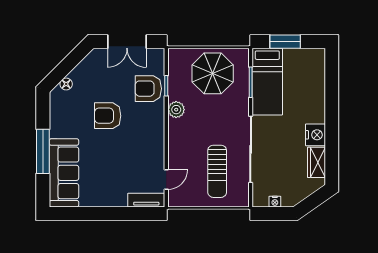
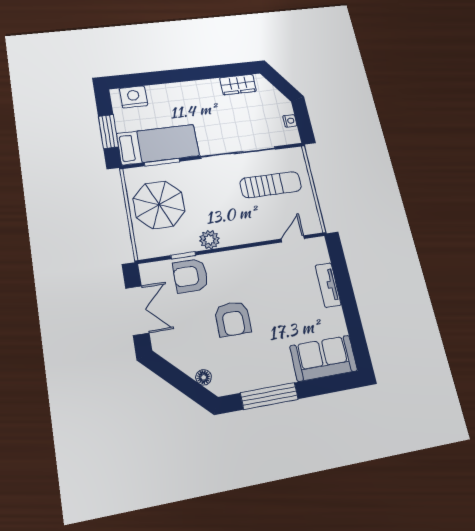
armchair: (148, 89) -> (191, 276), turned 90
nightstand: (315, 135) -> (133, 97), moved
window: (43, 151) -> (269, 396), moved
sofa: (64, 173) -> (324, 358), width x0.73
door: (166, 179) -> (293, 239), hinge flipped
tv unit: (146, 200) -> (328, 285), moved

